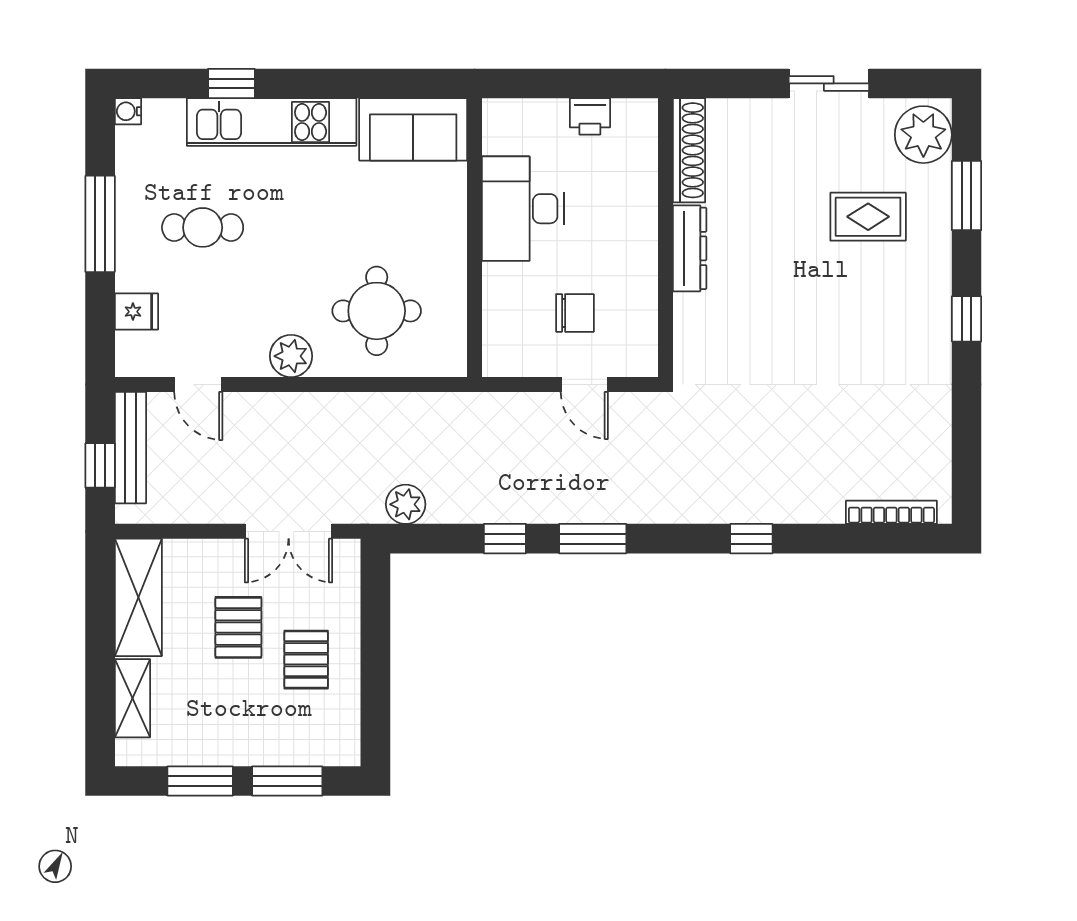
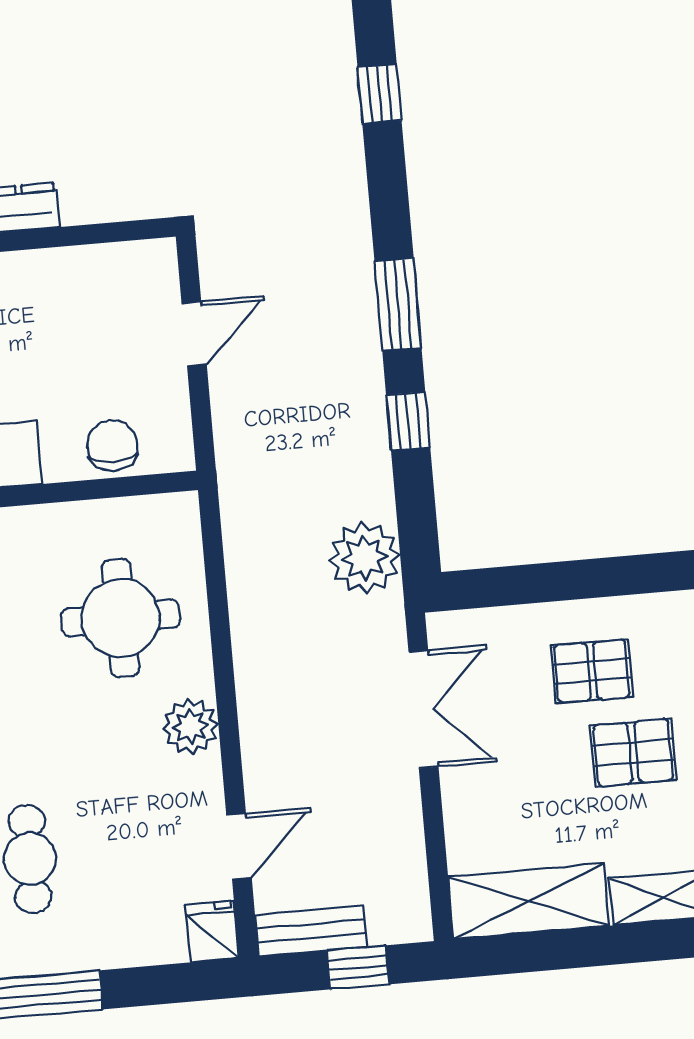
fridge: (136, 312) -> (212, 931), moved
chair: (575, 313) -> (112, 446), moved
bench: (130, 448) -> (311, 931), width x0.73
plant: (406, 504) -> (364, 558), width x1.36, depth x1.36
pallet: (238, 627) -> (633, 753), moved

